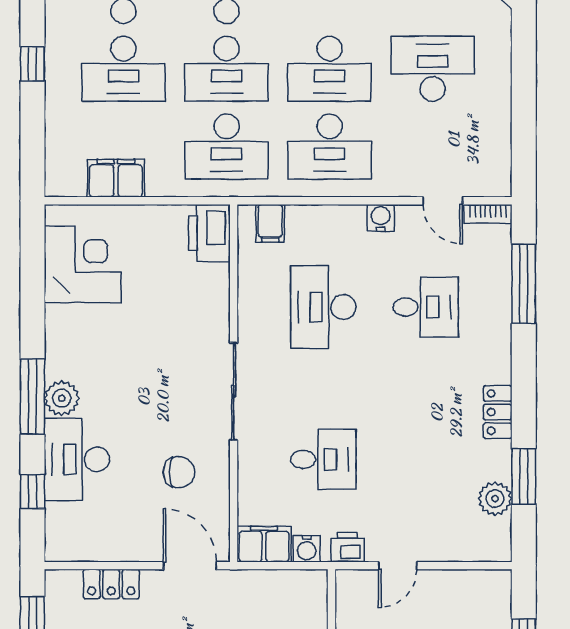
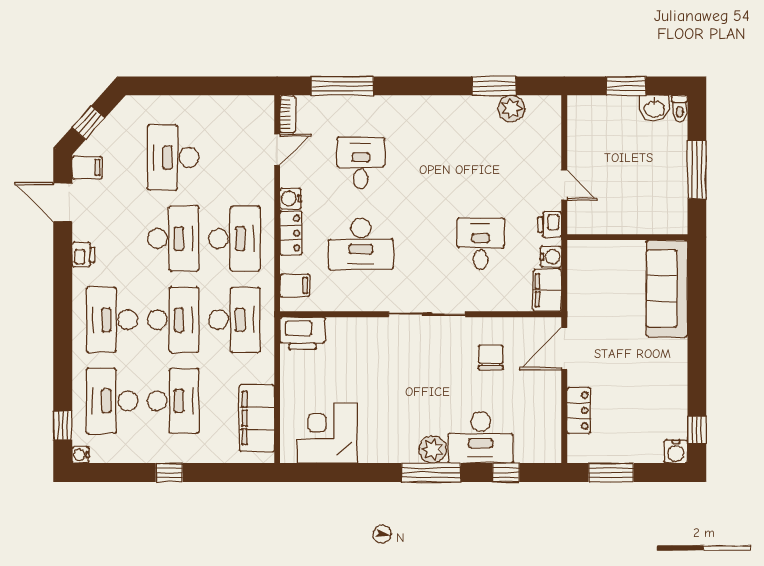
filing cabinet: (116, 178) -> (257, 418), width x1.50, depth x1.17
locker: (498, 412) -> (291, 233), moved, turned -90

